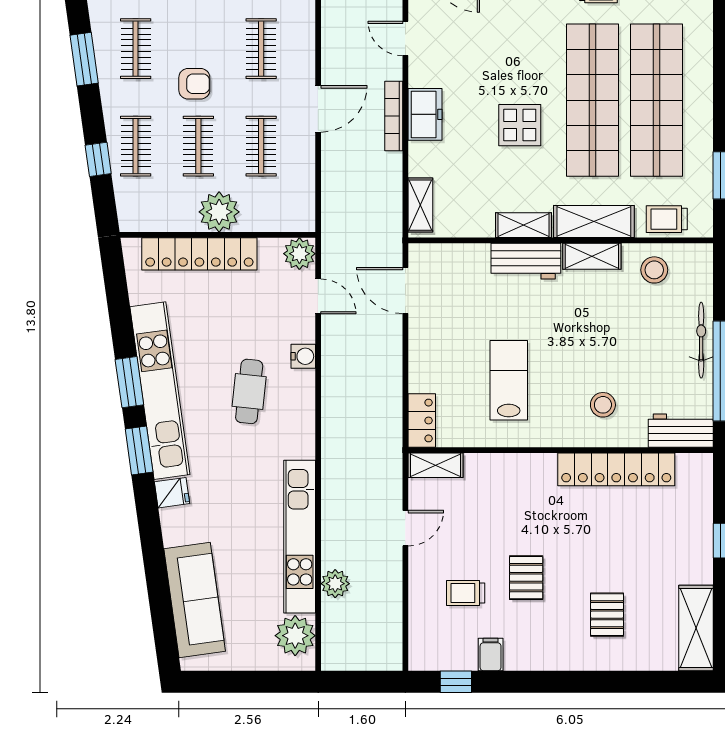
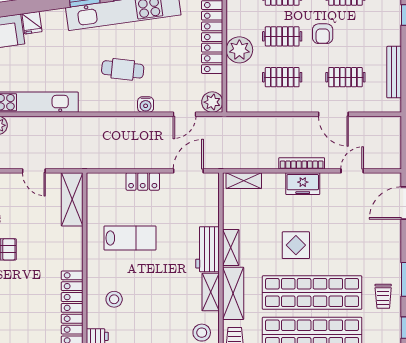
door: (318, 109) -> (333, 114), moved
locker: (422, 420) -> (143, 181), moved
shelving: (436, 465) -> (72, 199), width x1.50, depth x1.33
fridge: (172, 493) -> (32, 23), moved

